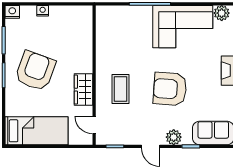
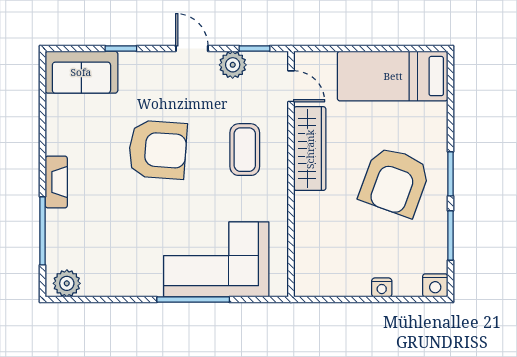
corner sofa: (183, 27) -> (216, 259), moved
wardrobe: (84, 90) -> (310, 149), width x1.50
plant: (174, 137) -> (233, 65), moved

